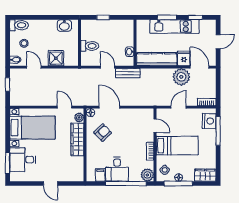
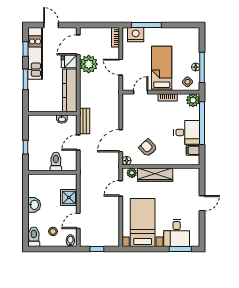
washbasin: (64, 26) -> (34, 205), moved
kitchen unit: (174, 27) -> (35, 53), moved
wardrobe: (205, 175) -> (193, 39), removed

